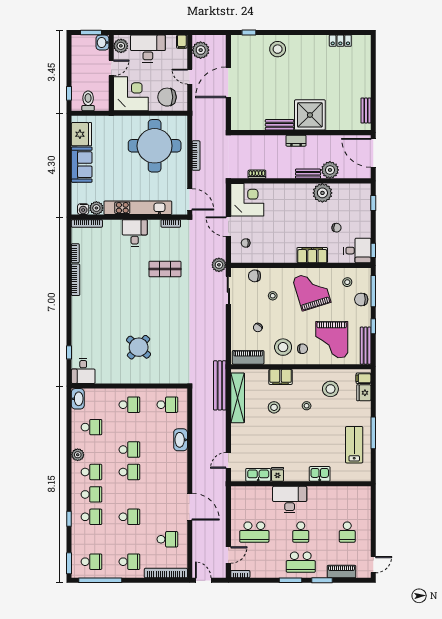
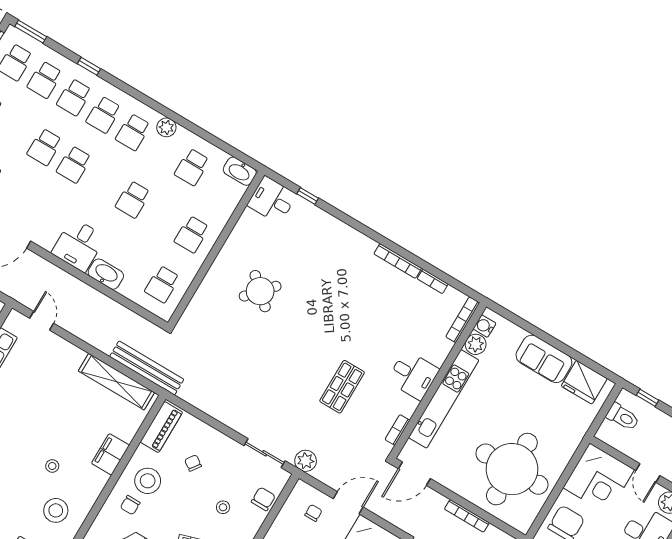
stool: (274, 407) -> (76, 422), removed
desk: (173, 465) -> (79, 245), added
school desk: (129, 472) -> (74, 164), moved
school desk: (91, 539) -> (45, 80), added

